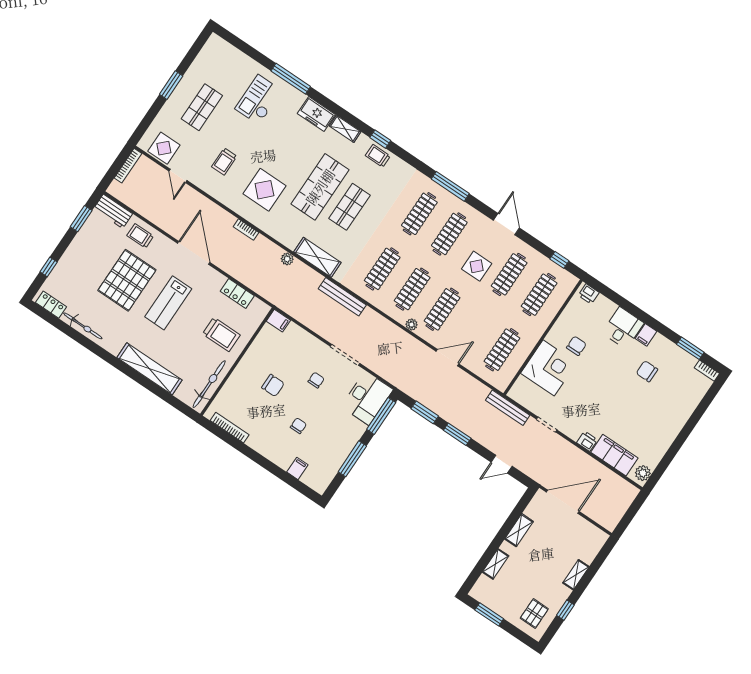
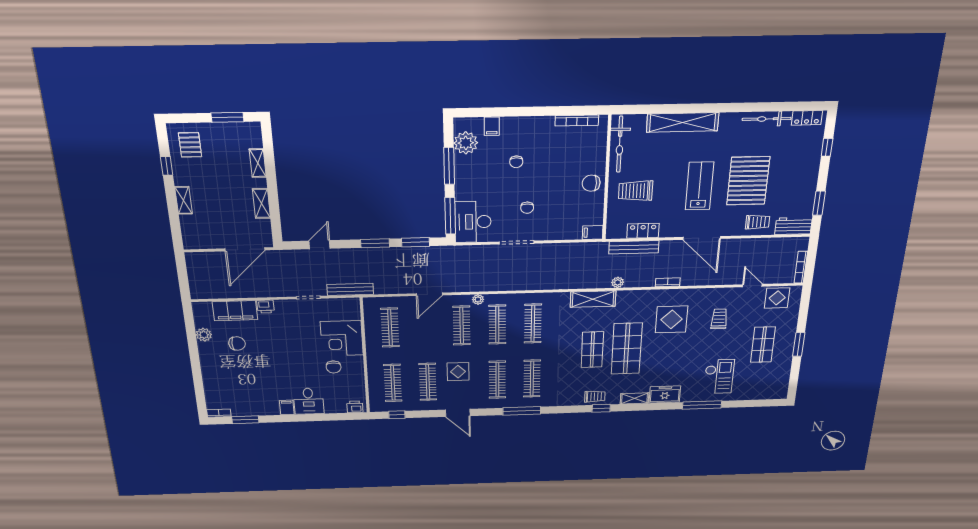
bench: (342, 297) -> (634, 247), moved
chair: (647, 371) -> (237, 343), moved
chair: (273, 385) -> (591, 183), moved
plant: (326, 469) -> (466, 143), added
plant: (643, 473) -> (204, 335), moved

